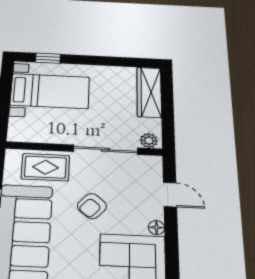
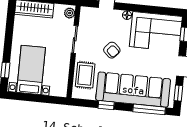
sliding door: (106, 150) -> (75, 39), width x0.73

